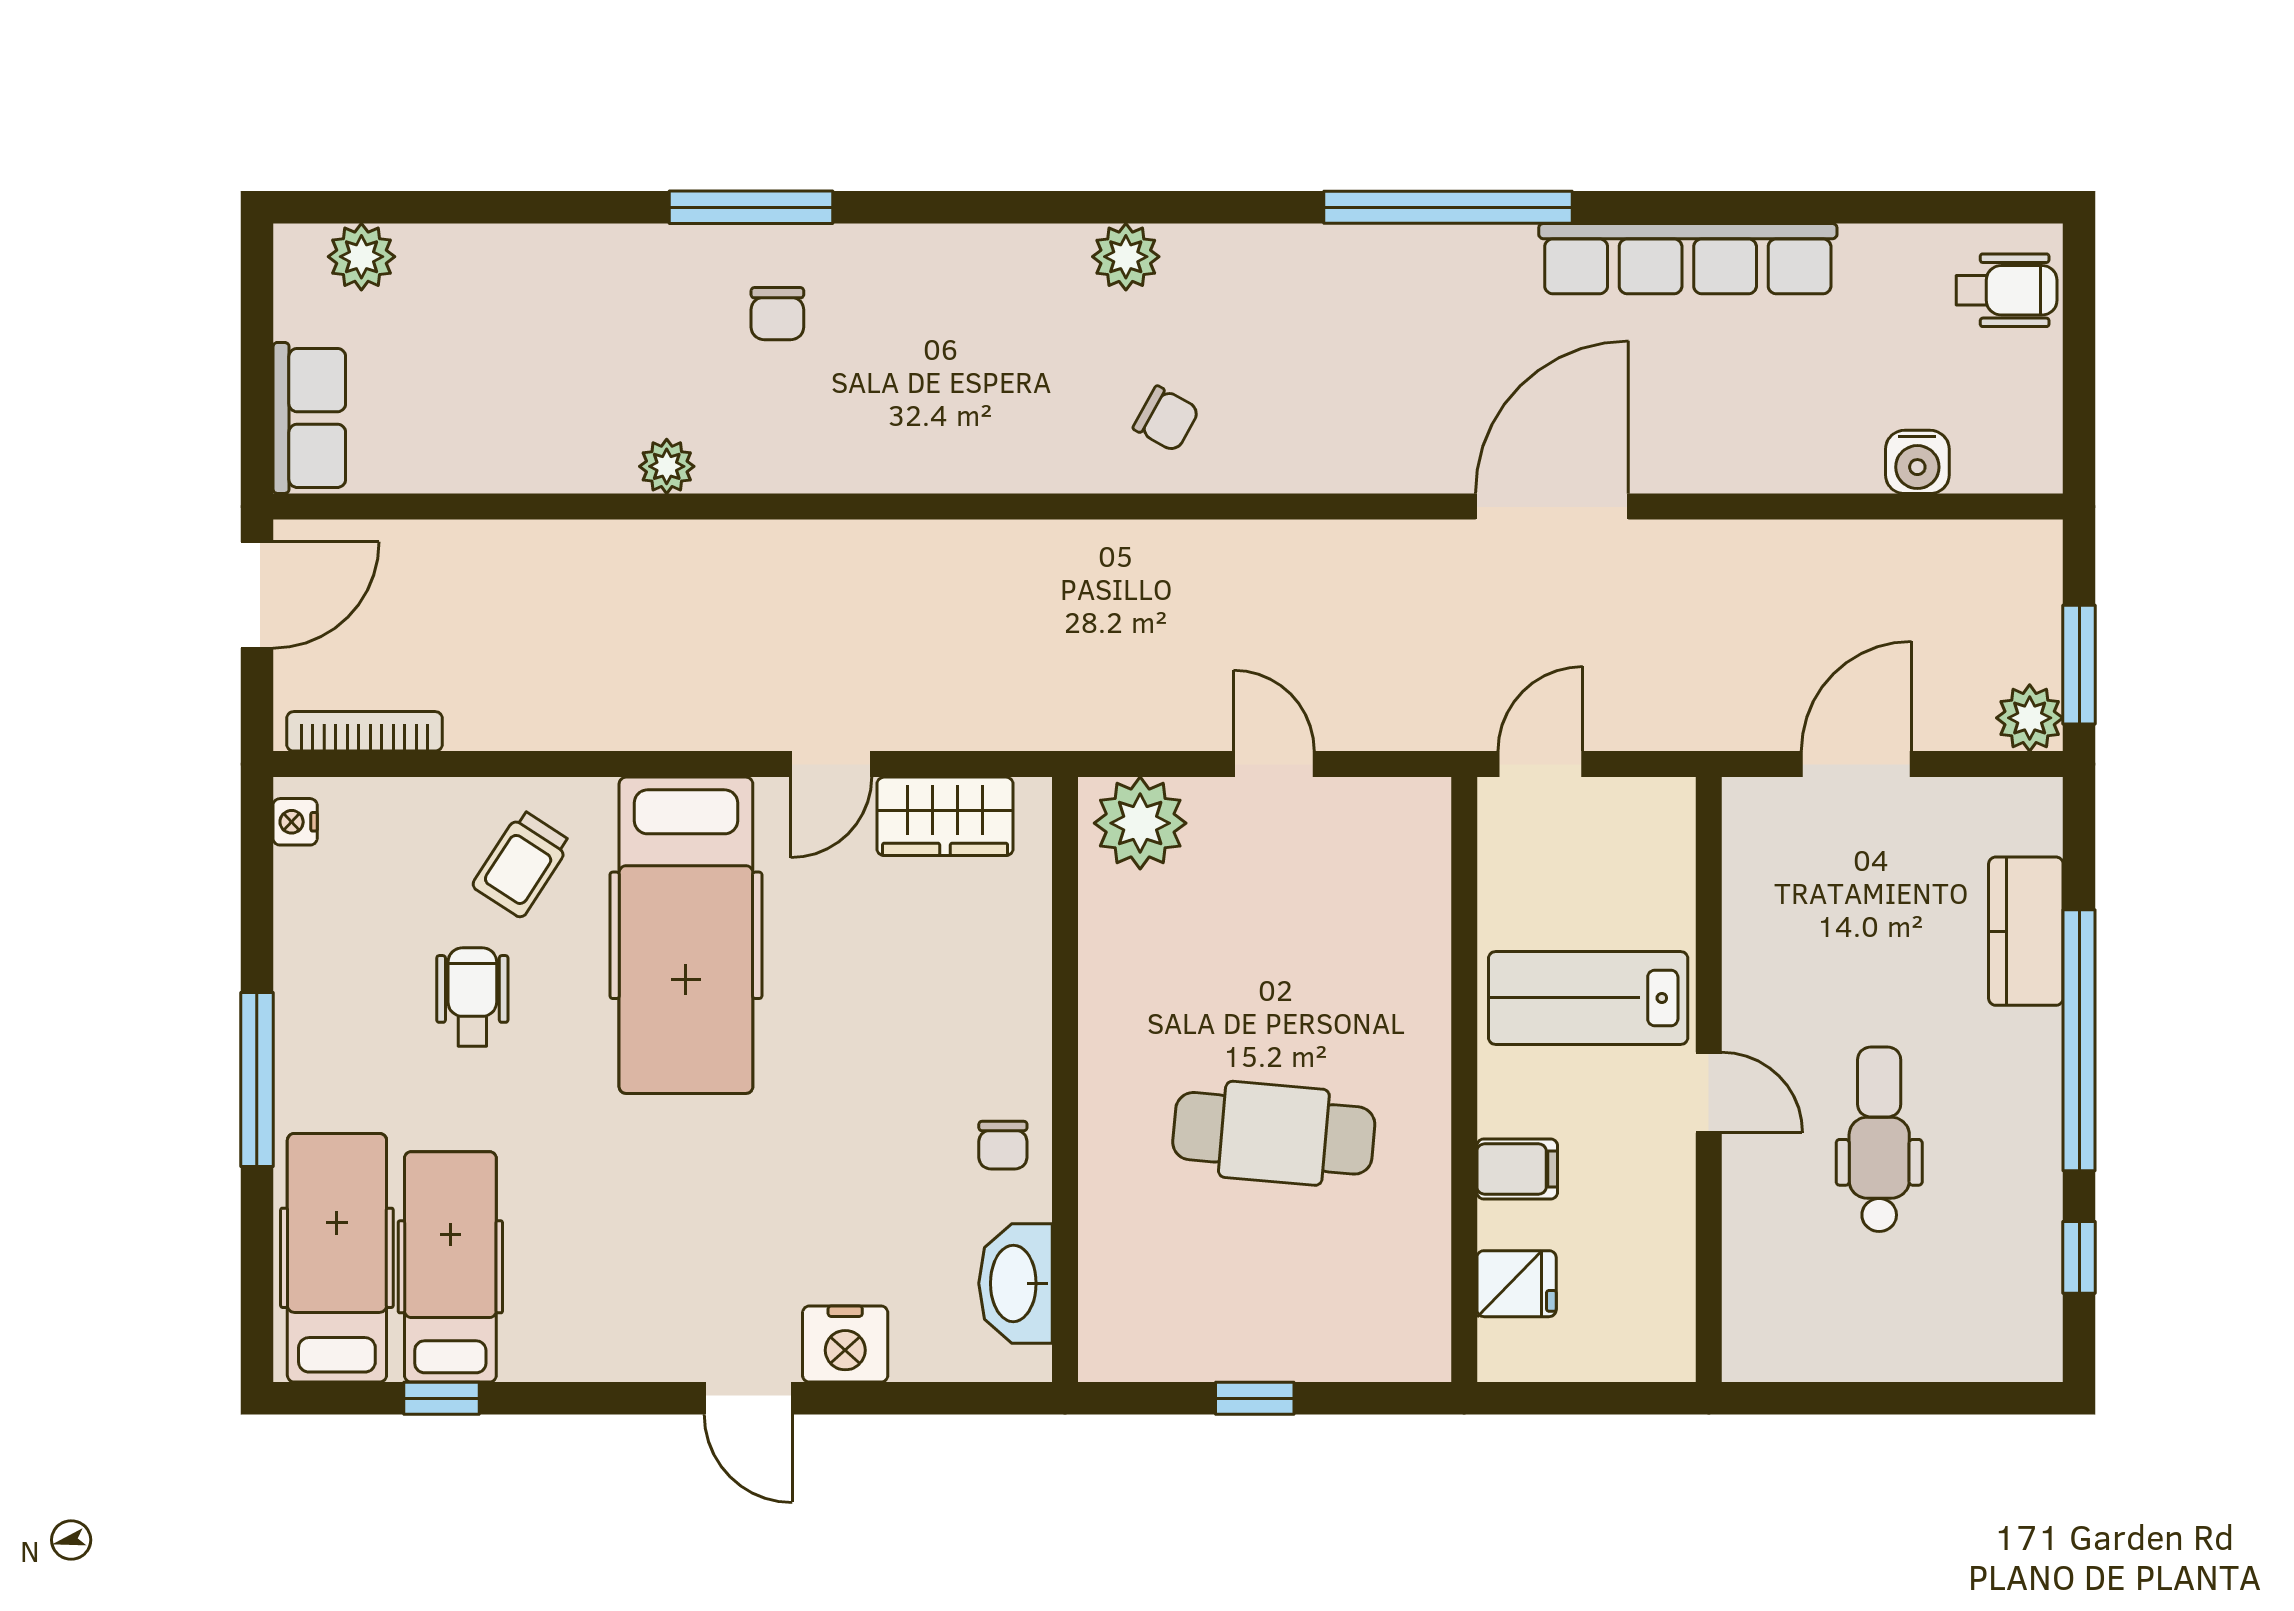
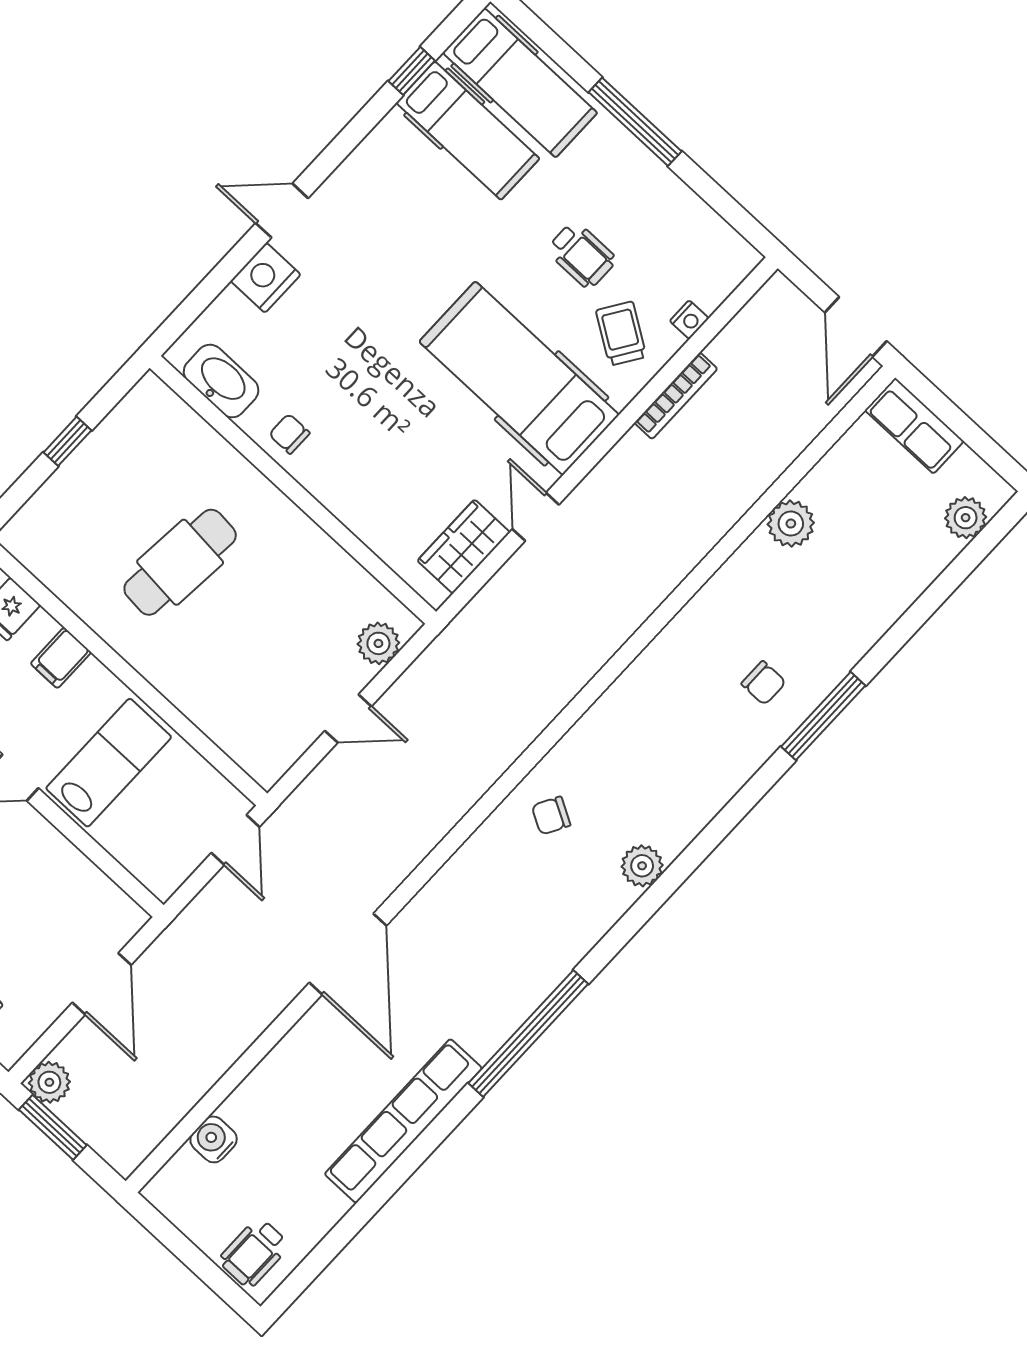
chair: (777, 314) -> (764, 683), turned 180
plant: (667, 466) -> (791, 524), moved, width x1.38, depth x1.38
bookcase: (364, 731) -> (676, 396), moved
nightstand: (295, 822) -> (689, 320), moved, turned 90
plant: (1140, 823) -> (378, 643), width x0.73, depth x0.73

